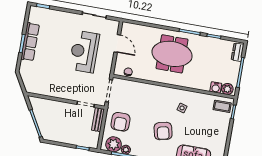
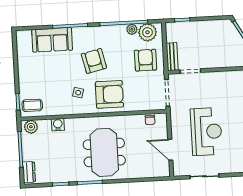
meeting table: (172, 54) -> (104, 152), turned 90
water cooler: (216, 87) -> (58, 125), moved
armchair: (157, 101) -> (109, 94), added

